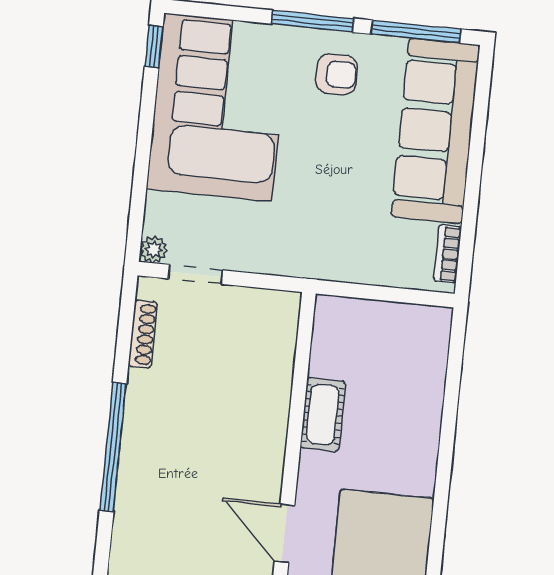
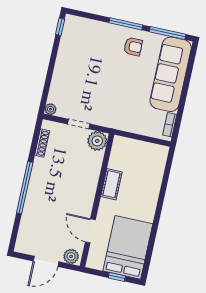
corner sofa: (218, 107) -> (83, 54), removed
doorway: (196, 274) -> (79, 124), moved
plant: (276, 313) -> (97, 141), added

